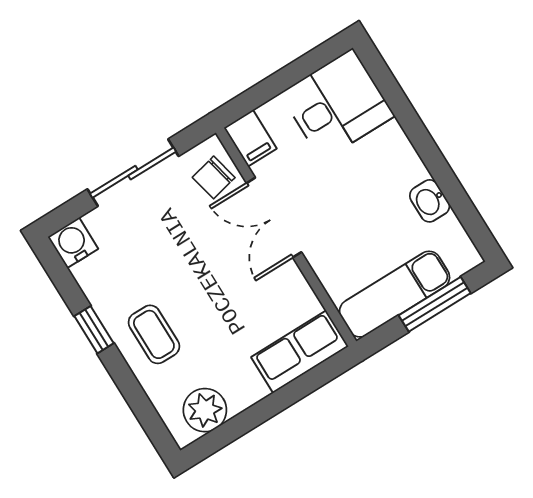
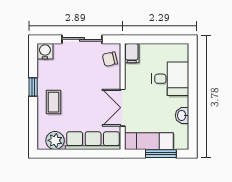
desk: (337, 105) -> (170, 79), moved
double door: (274, 218) -> (123, 108), moved
row of seats: (300, 352) -> (93, 141), width x1.48

